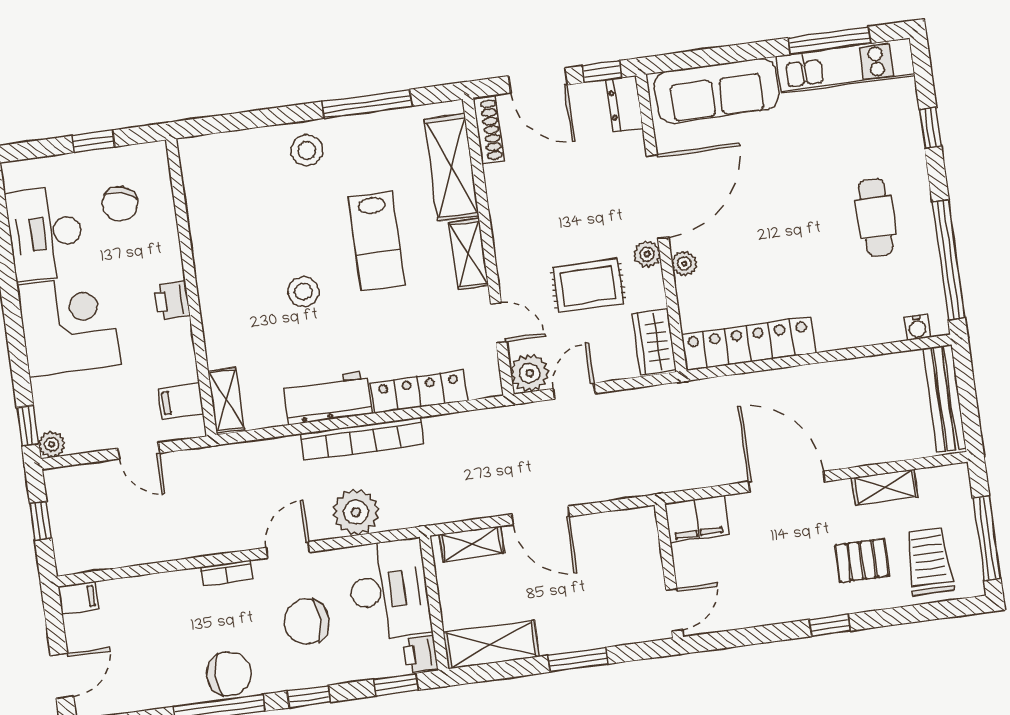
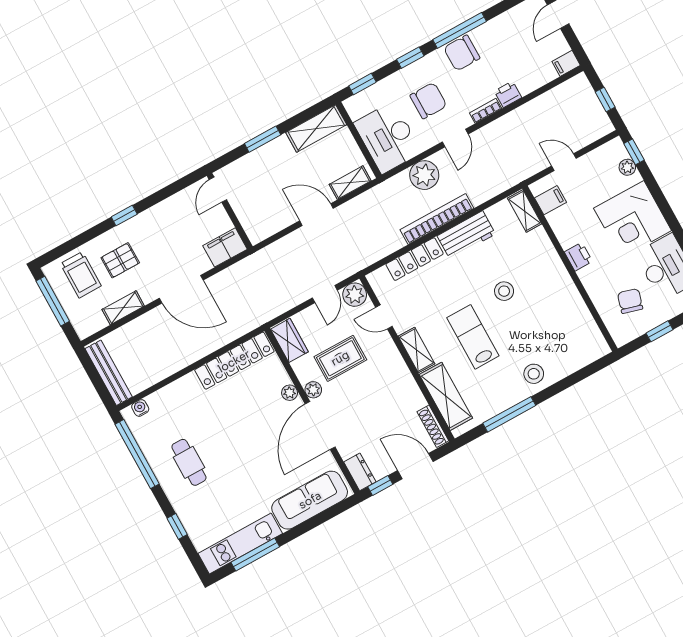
plant: (52, 444) -> (627, 167), moved
printer: (420, 654) -> (508, 94), moved, turned -90

